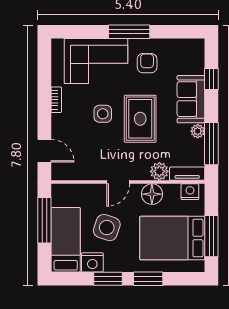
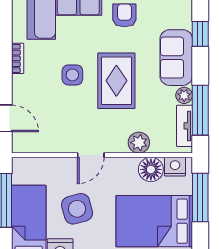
tv unit: (187, 174) -> (184, 126), moved, turned -90
floor lamp: (152, 194) -> (151, 169), moved
side table: (107, 228) -> (77, 209), turned -34
window: (211, 236) -> (200, 198), moved

